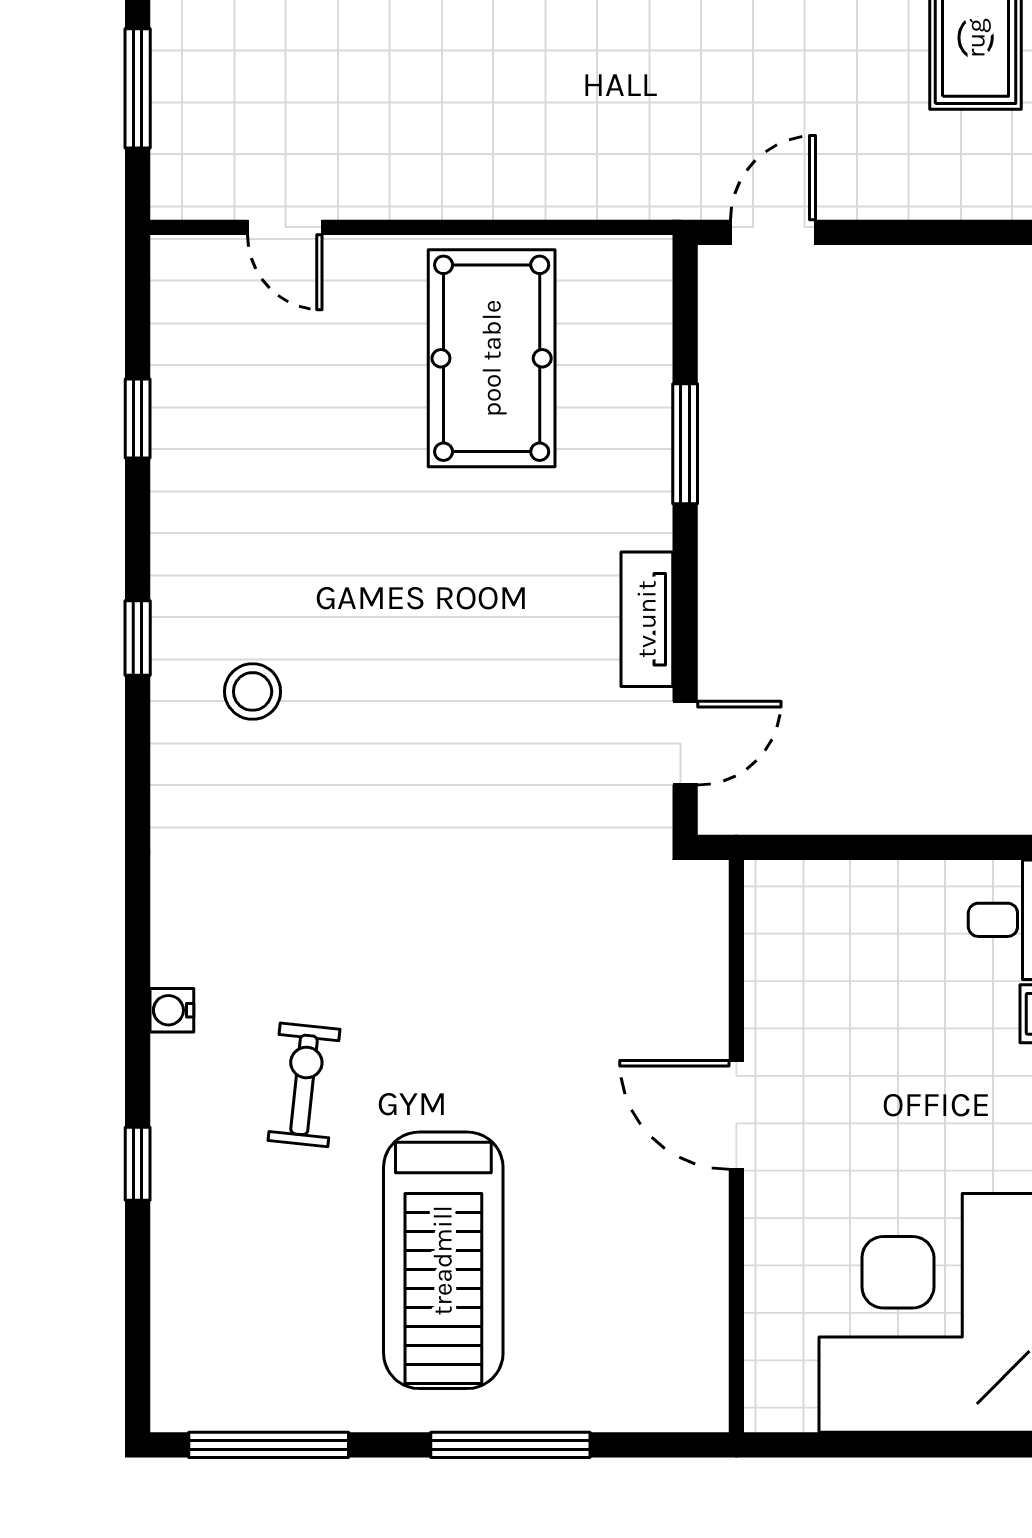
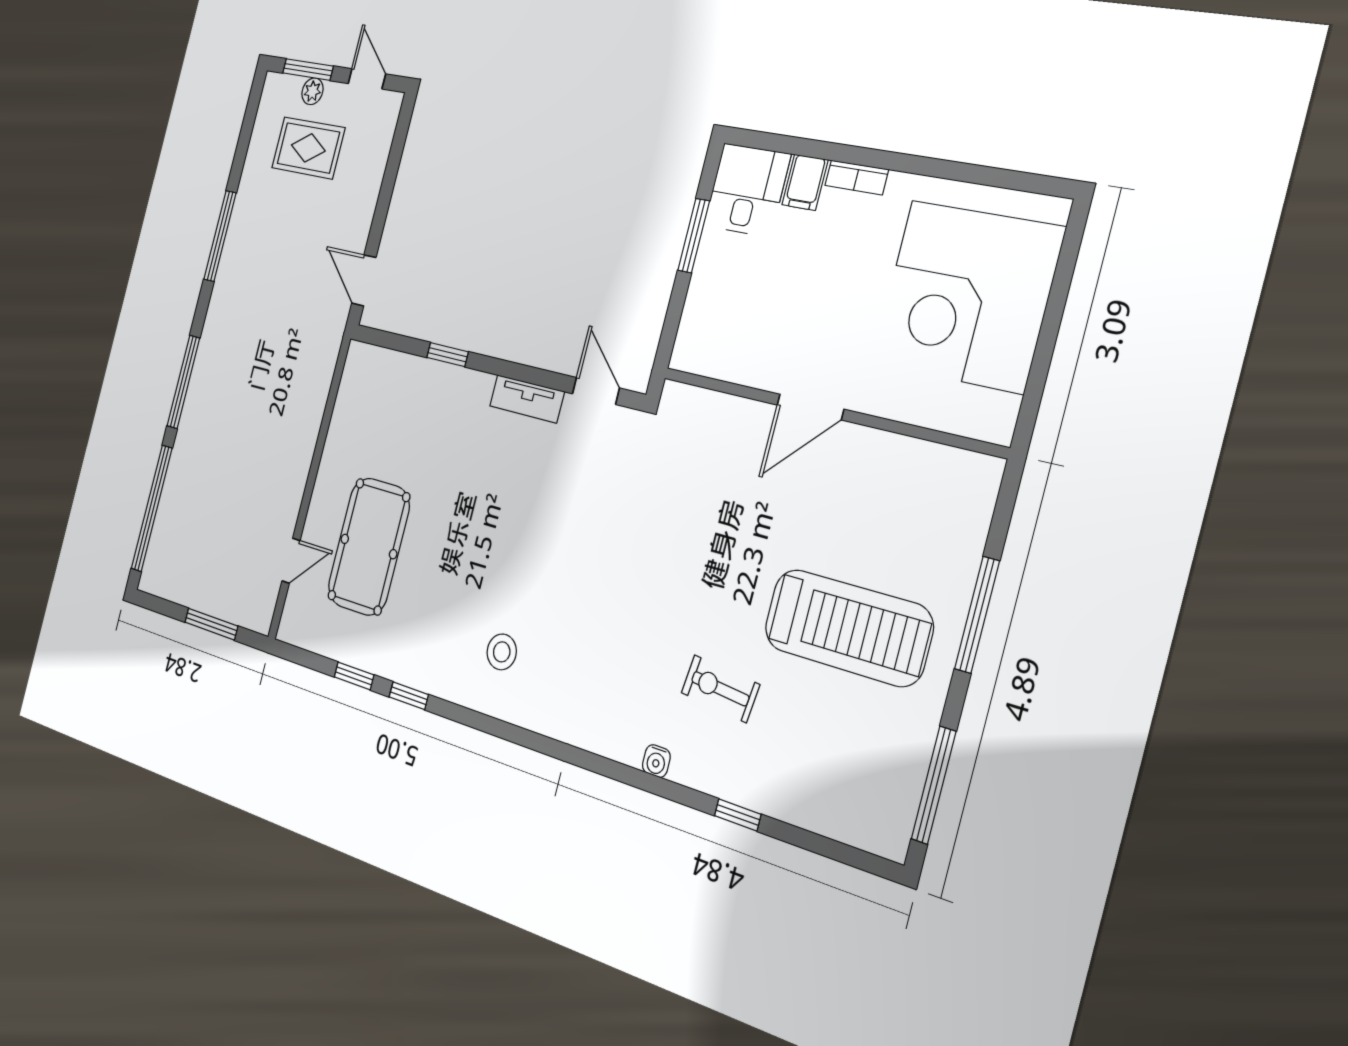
pool table: (492, 358) -> (369, 547), moved, turned 90
window: (685, 444) -> (448, 355), width x0.67
window: (138, 638) -> (409, 696), moved
window: (950, 847) -> (694, 236), added

